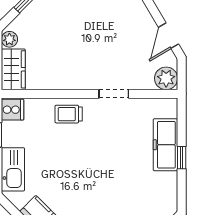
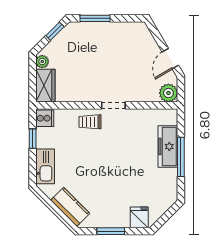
doorway: (114, 94) -> (113, 105), moved
window: (182, 158) -> (181, 157), width x2.17

